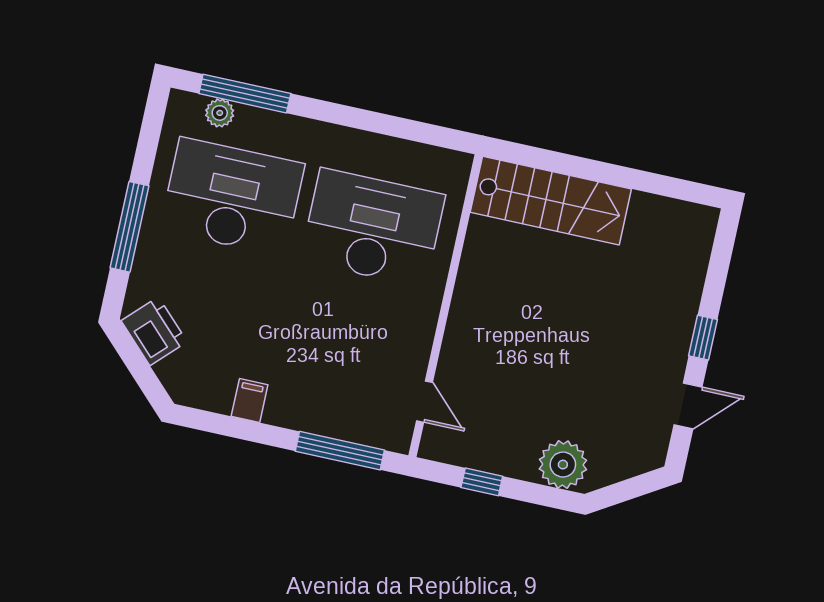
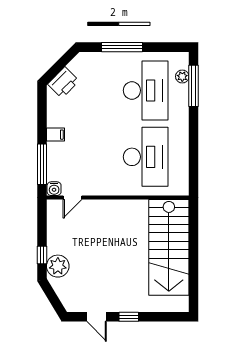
stairs: (551, 201) -> (169, 247), width x1.36, depth x1.51
printer: (154, 331) -> (63, 82), moved
filing cabinet: (250, 401) -> (56, 135), moved
water cooler: (397, 436) -> (54, 189), added
window: (482, 482) -> (42, 255), moved

